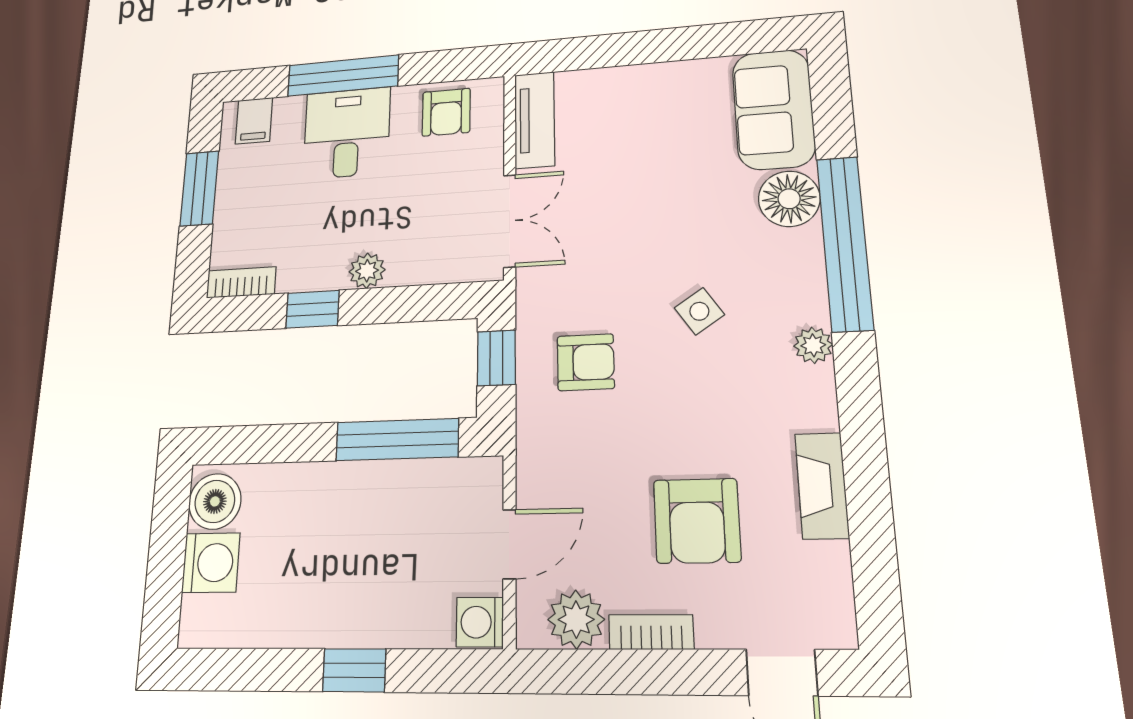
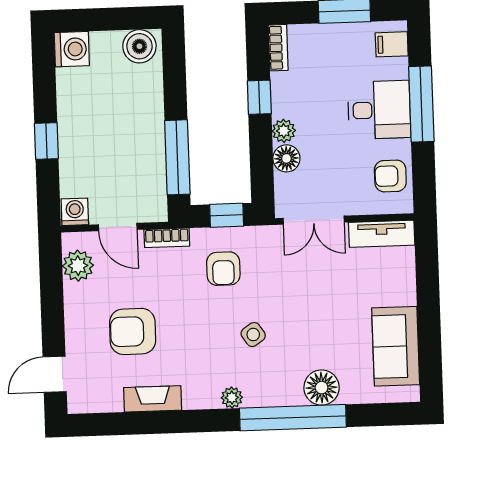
sofa: (774, 109) -> (396, 346), moved, turned -90
floor lamp: (410, 265) -> (286, 158), added
washing machine: (211, 563) -> (72, 49), moved, turned -90
bookcase: (651, 632) -> (167, 238), moved, turned 90

